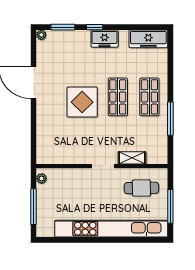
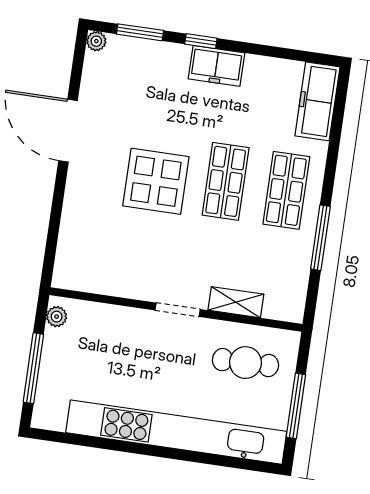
freezer: (148, 39) -> (317, 101), moved, turned 90

